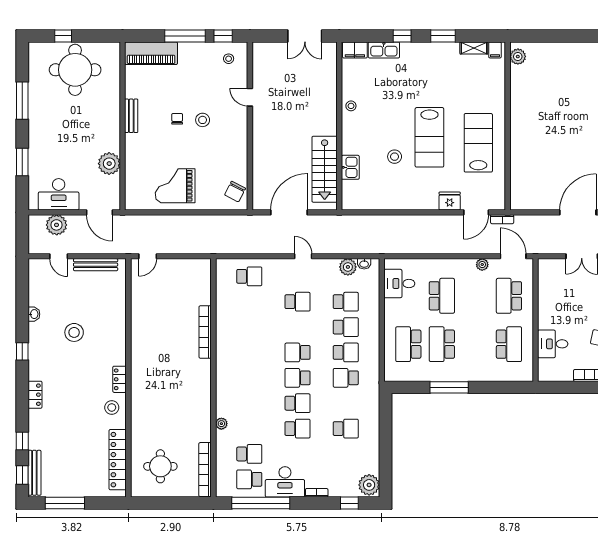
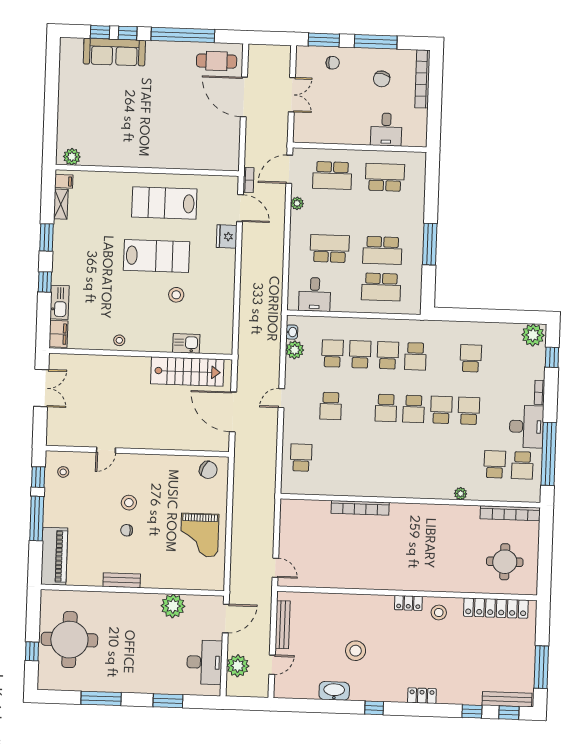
school desk: (298, 302) -> (331, 406), turned 180
washbasin: (34, 314) -> (334, 691), width x1.91, depth x1.45

